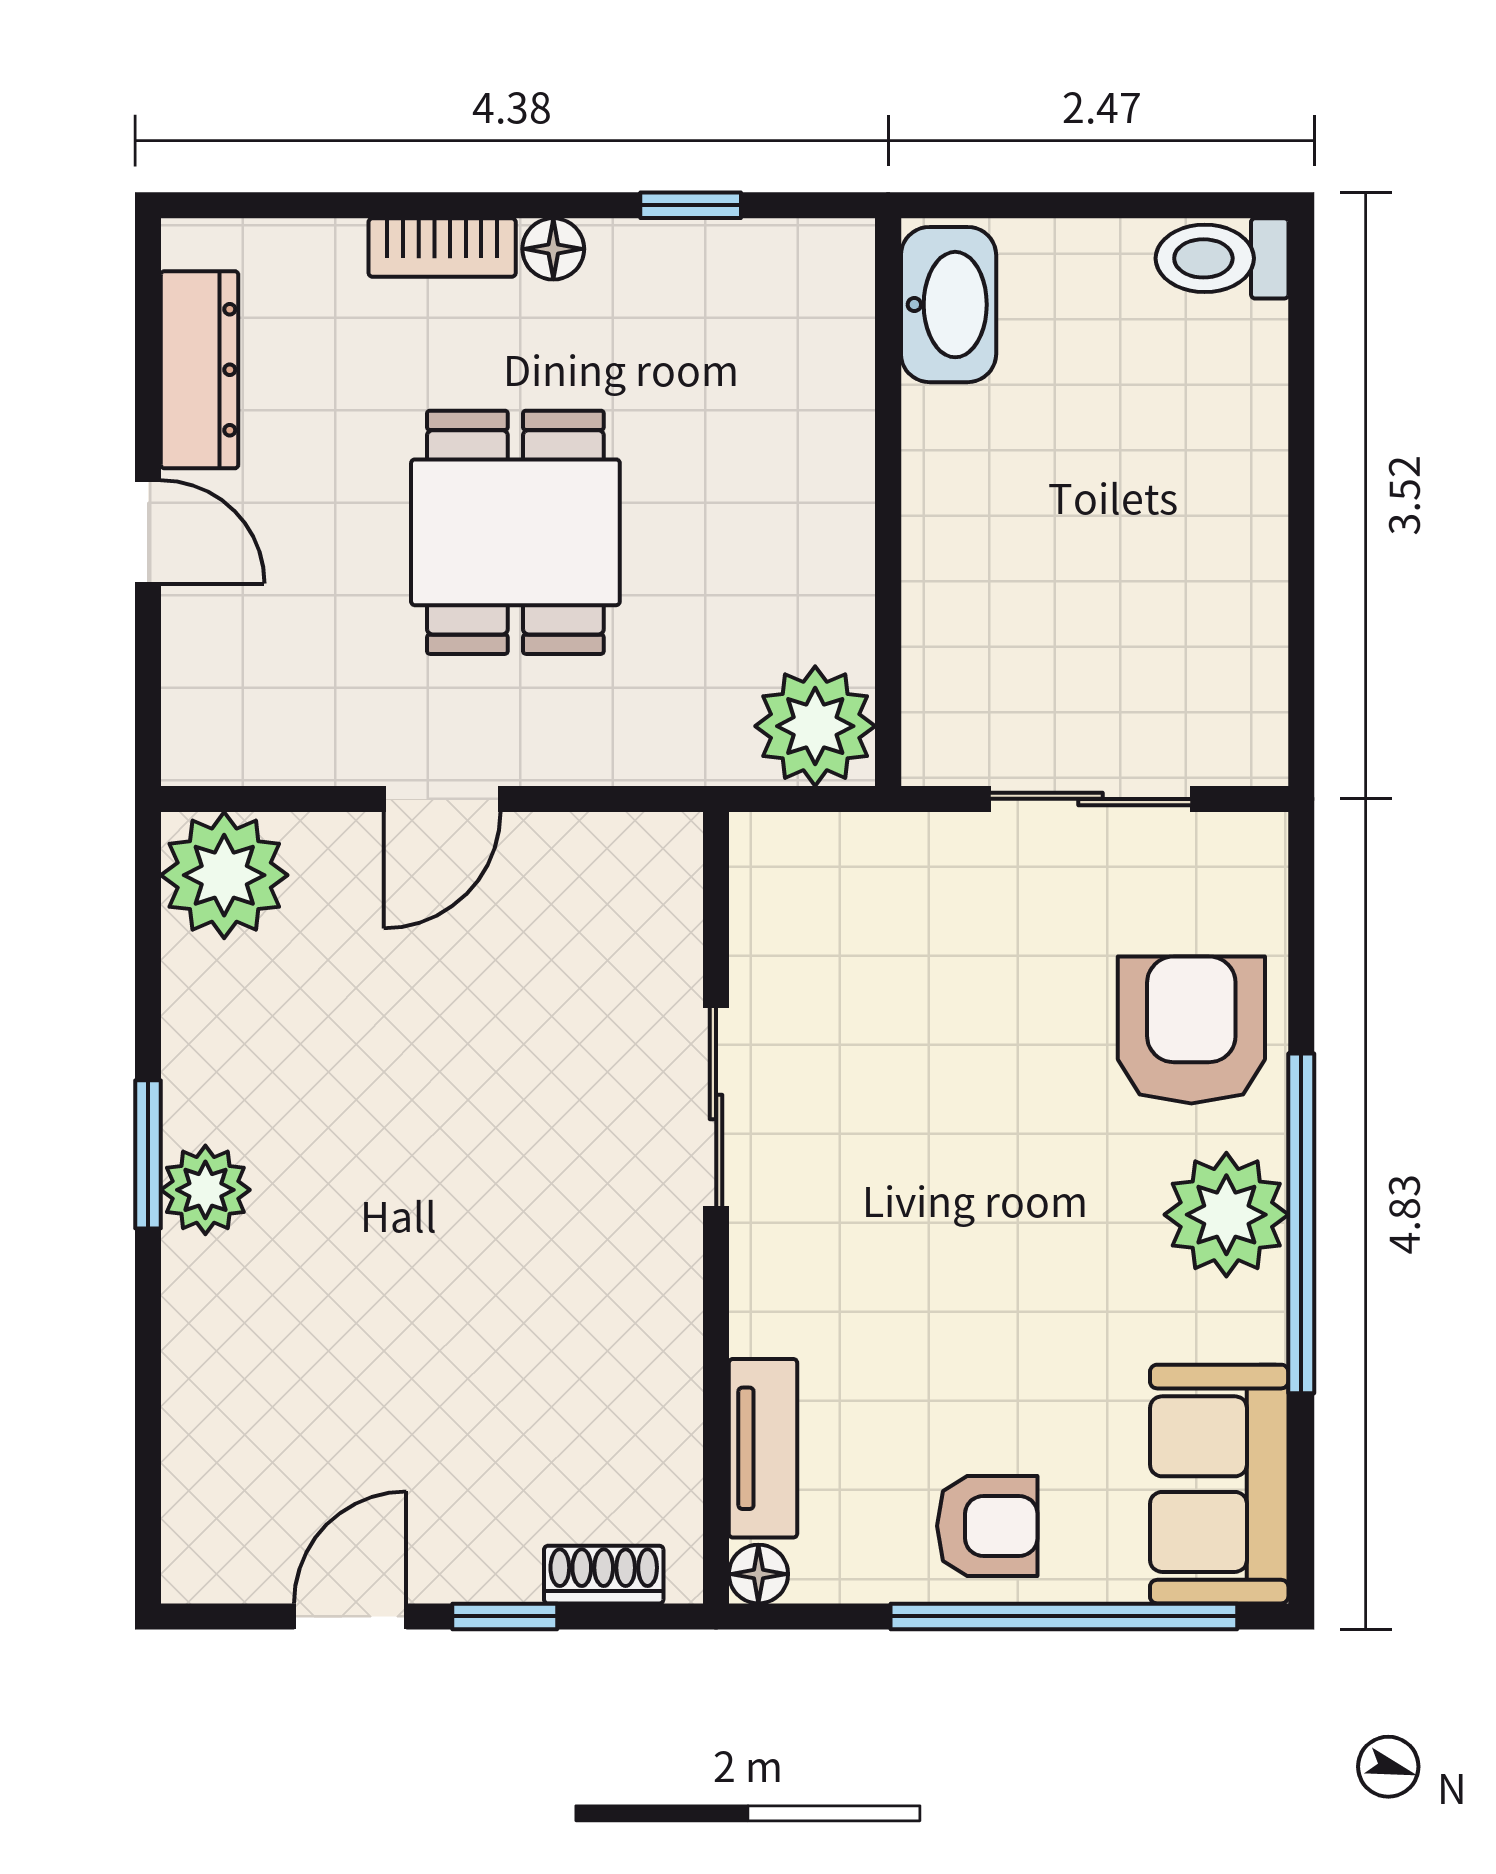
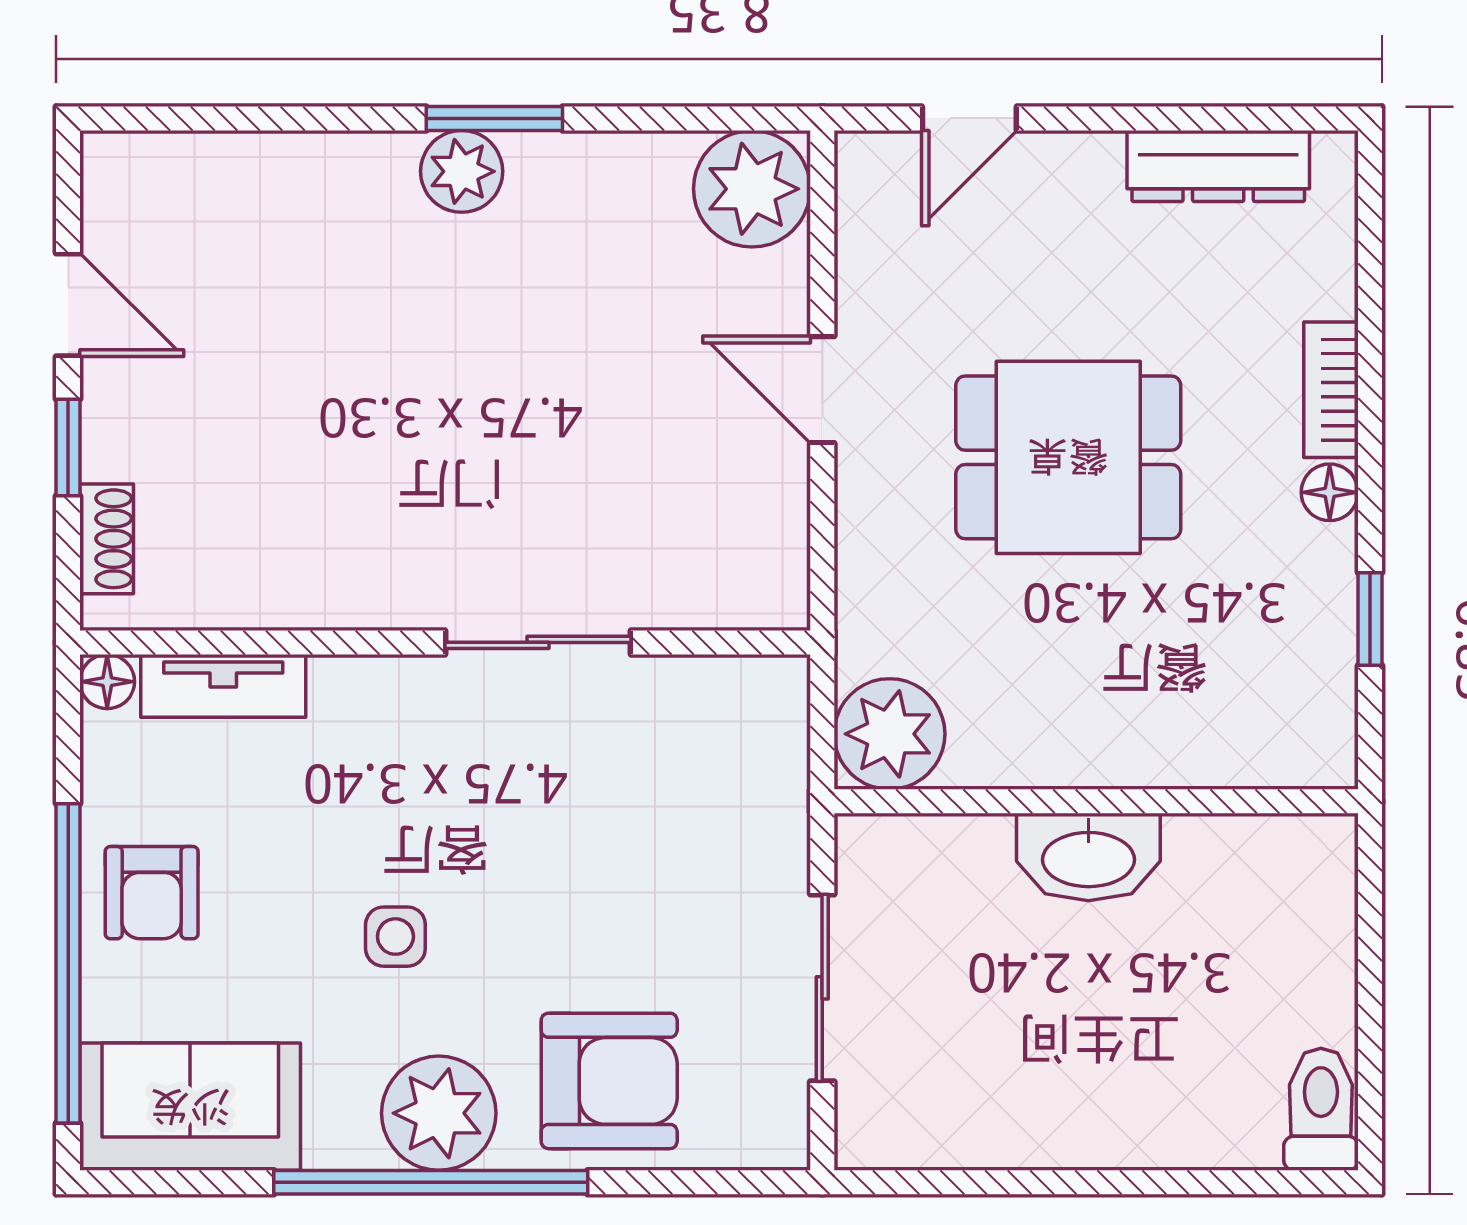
washbasin: (949, 305) -> (1088, 857), moved
door: (148, 532) -> (969, 118), moved
side table: (1035, 1262) -> (395, 937), added

